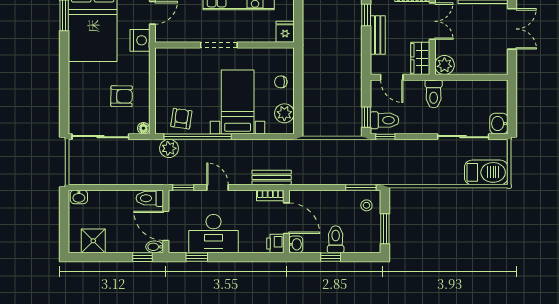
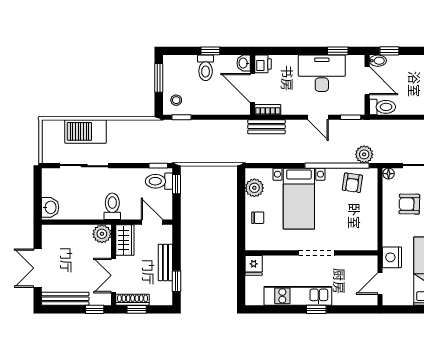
washbasin: (499, 124) -> (50, 207), moved
barbecue: (486, 172) -> (86, 131), moved
window: (361, 187) -> (182, 117), width x0.67

